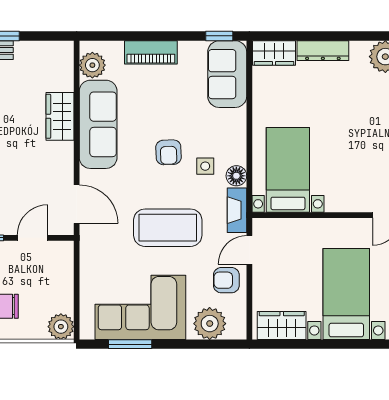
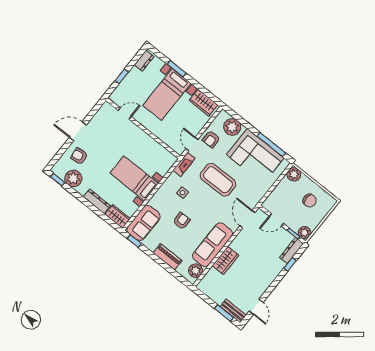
armchair: (169, 152) -> (182, 221), moved
bed with nightstands: (288, 170) -> (134, 178), moved, turned 90
floor lamp: (236, 176) -> (173, 179), removed
door: (249, 250) -> (192, 144), swing flipped
armchair: (226, 280) -> (211, 139), turned 90
window: (130, 344) -> (271, 145), width x1.44
window: (362, 344) -> (177, 69), added

